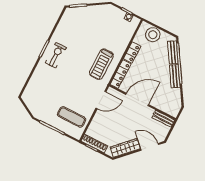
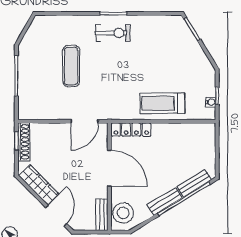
stool: (153, 35) -> (123, 213), moved
locker: (132, 52) -> (167, 130), removed
treadmill: (101, 64) -> (162, 103), moved
door: (101, 100) -> (85, 121), hinge flipped
exercise mat: (72, 117) -> (71, 66), moved

